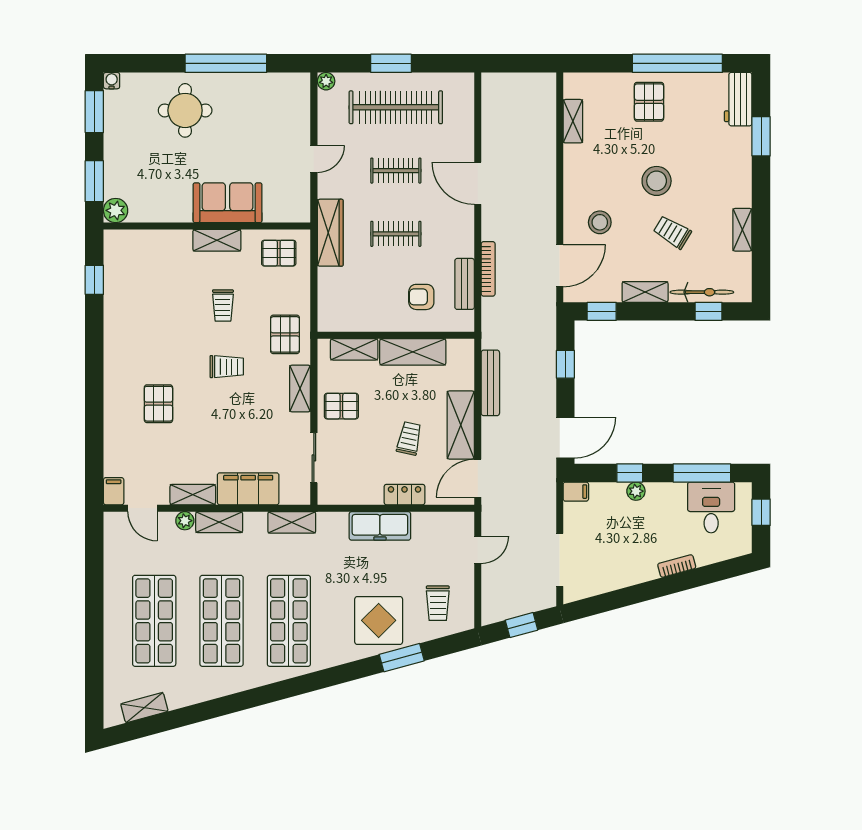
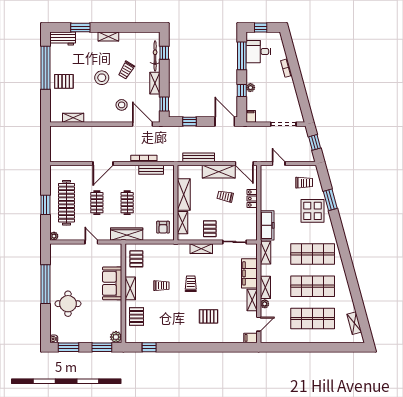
shelving: (742, 230) -> (108, 37), moved
armchair: (421, 297) -> (163, 227), moved
pallet: (285, 334) -> (137, 316), moved, turned 90
freezer: (380, 526) -> (267, 225), moved

